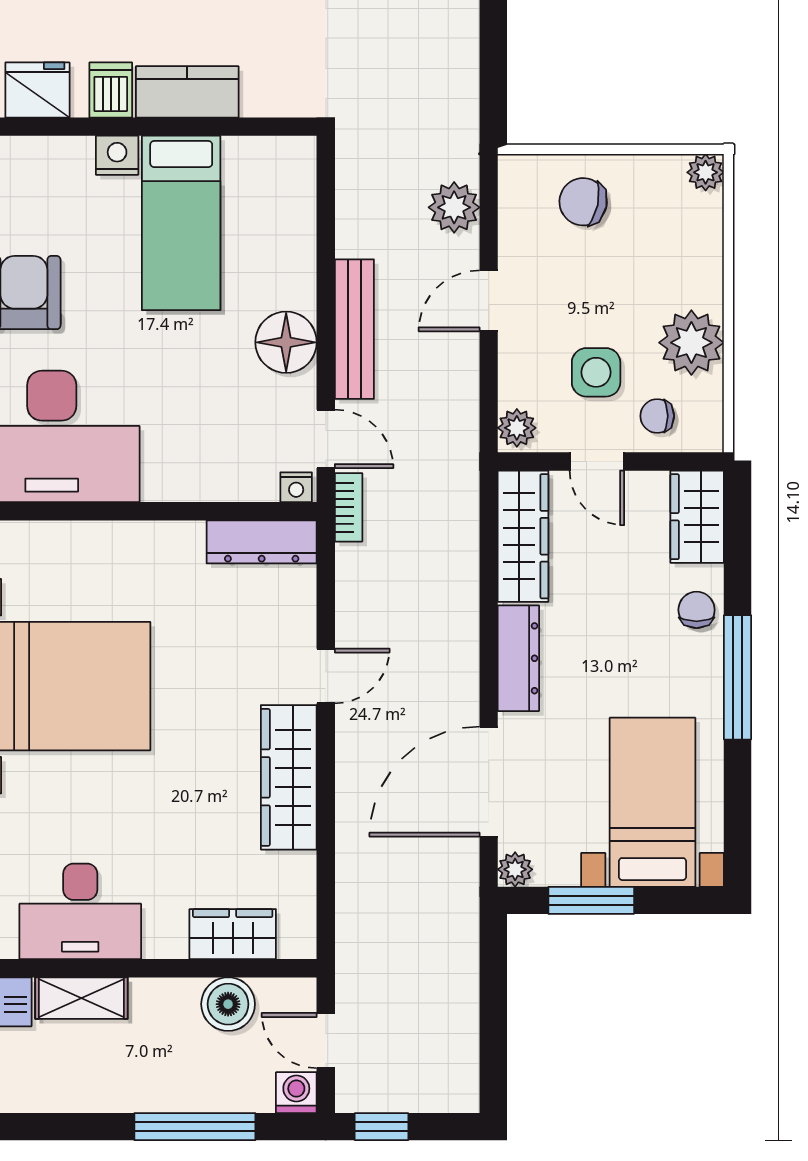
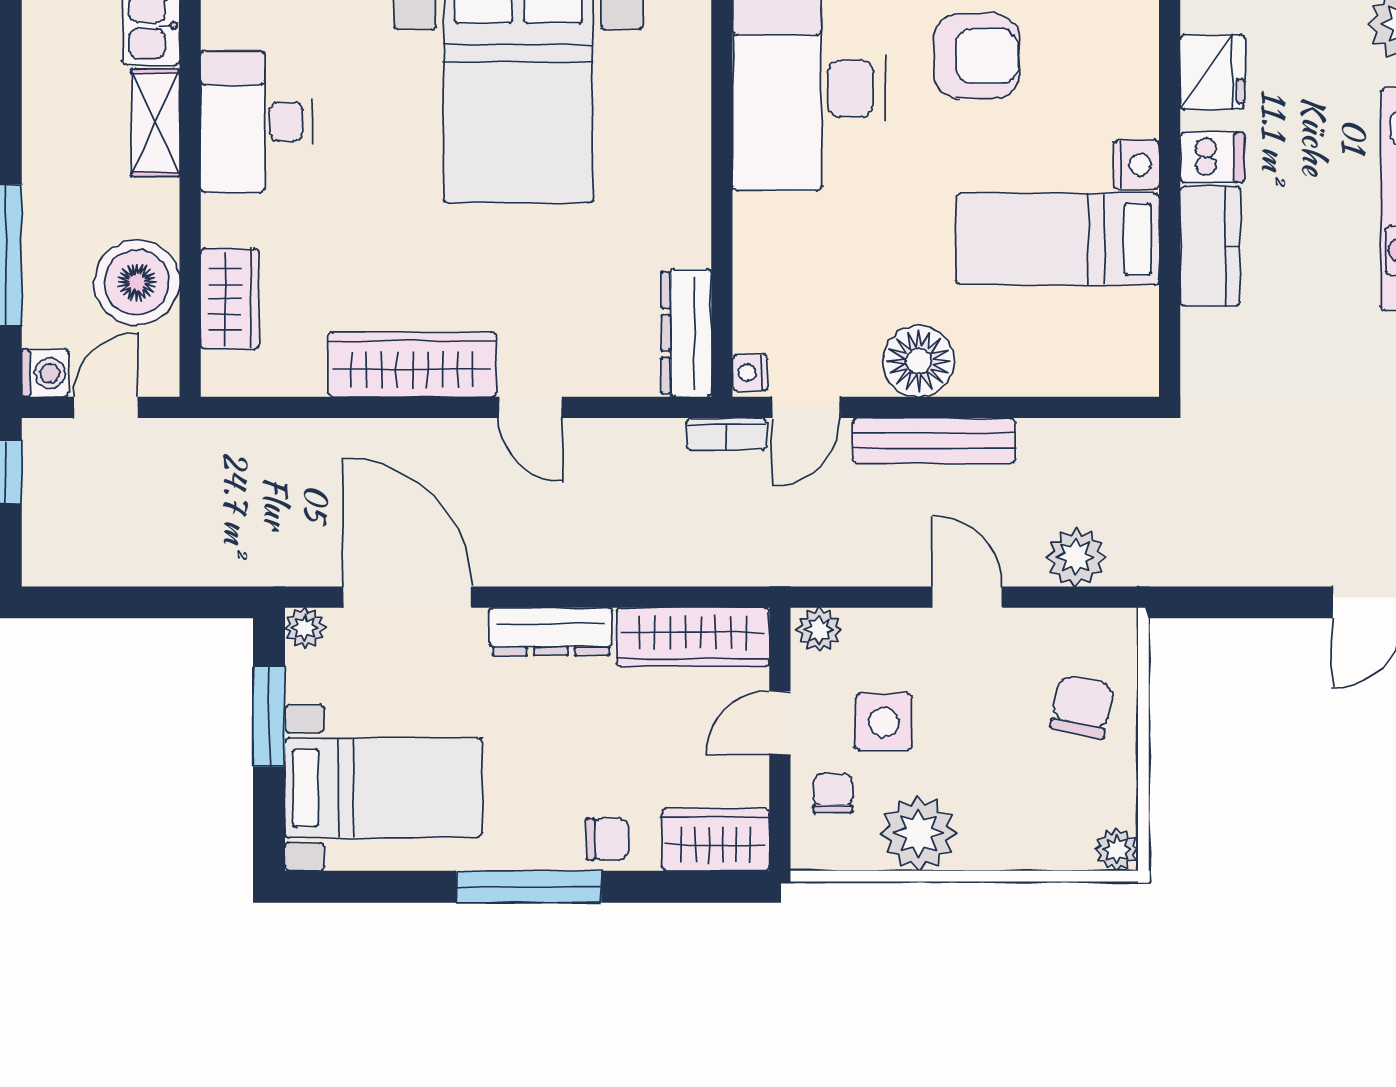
boiler: (228, 1004) -> (137, 282), width x1.37, depth x1.37

